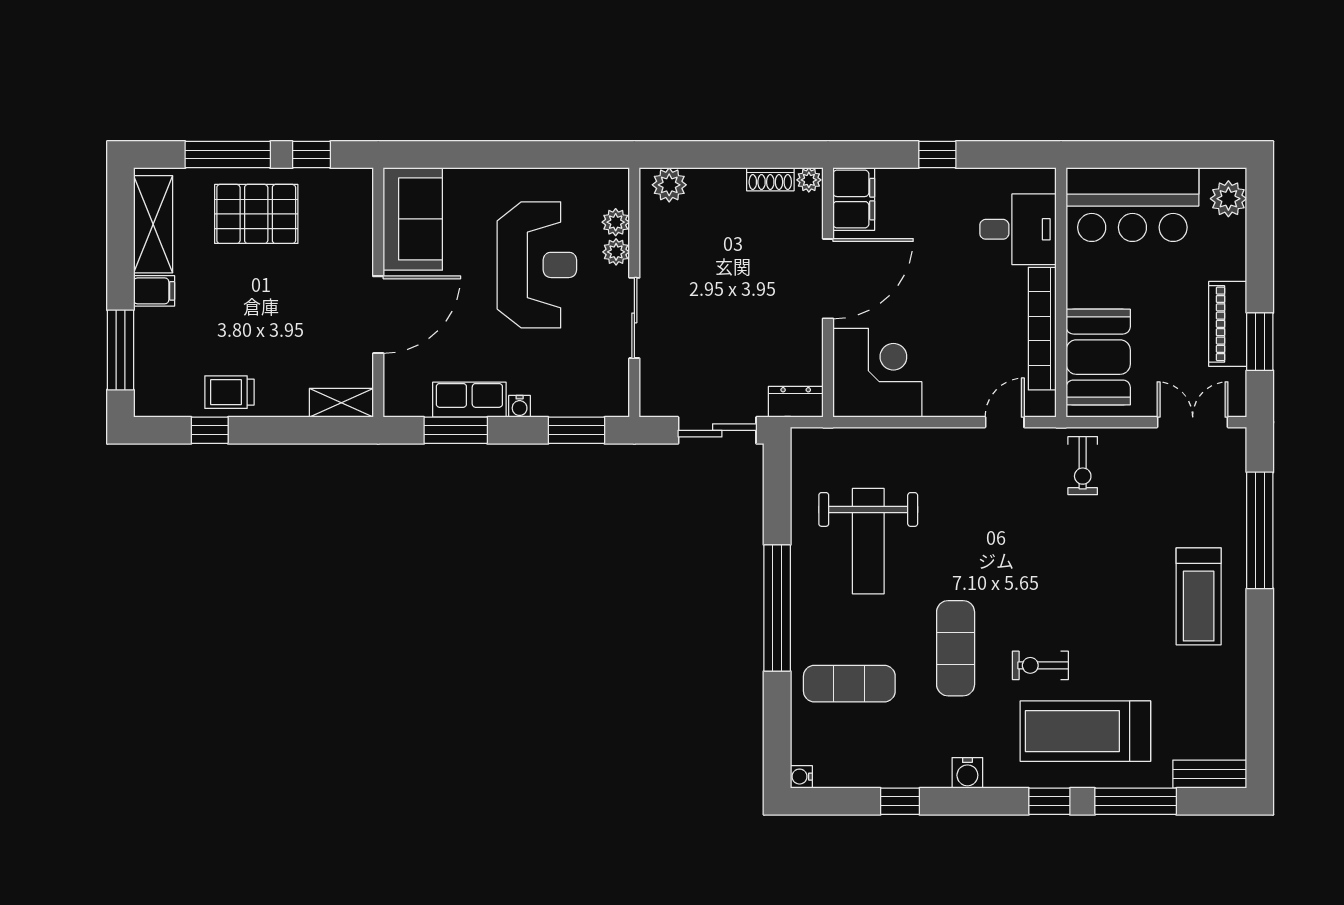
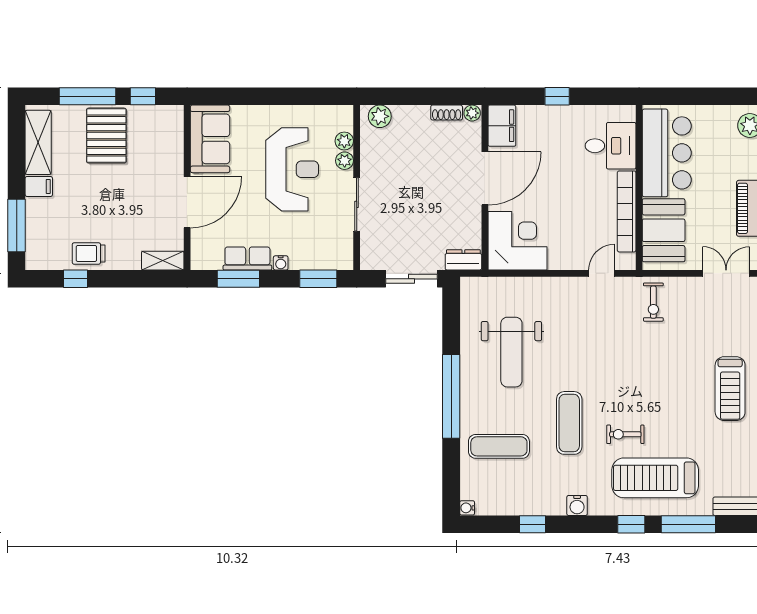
bar counter: (1132, 205) -> (667, 153), moved, turned -90
pallet: (256, 214) -> (106, 136), turned 90

